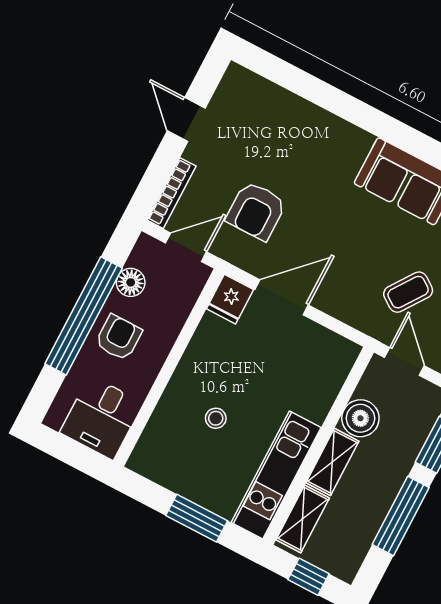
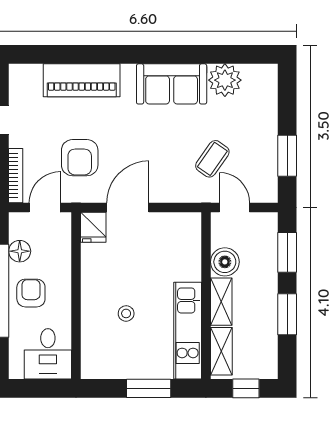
piano: (305, 123) -> (82, 80), added
window: (401, 516) -> (287, 314), width x0.69

